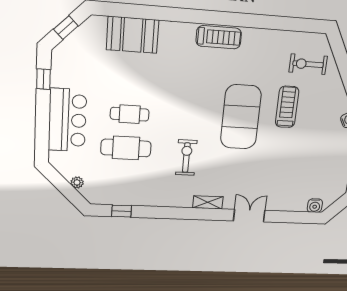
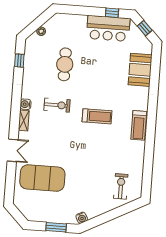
treadmill: (287, 107) -> (97, 116), moved
cafe table: (130, 114) -> (88, 67), removed
exercise mat: (241, 117) -> (42, 178), moved
bar counter: (67, 120) -> (108, 28), moved
water cooler: (315, 206) -> (26, 104), moved

